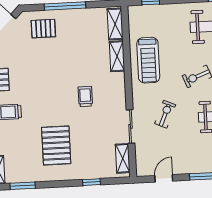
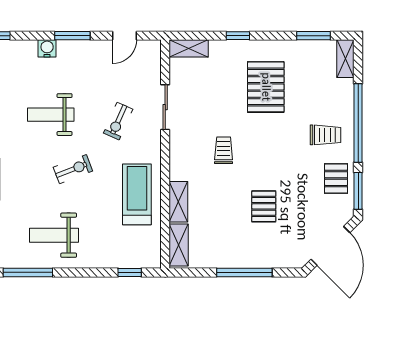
pallet: (43, 29) -> (264, 206), moved, turned 90
trolley: (85, 96) -> (224, 150), turned 180
shelving: (123, 158) -> (189, 48), moved, turned 90
window: (91, 182) -> (238, 36), moved

